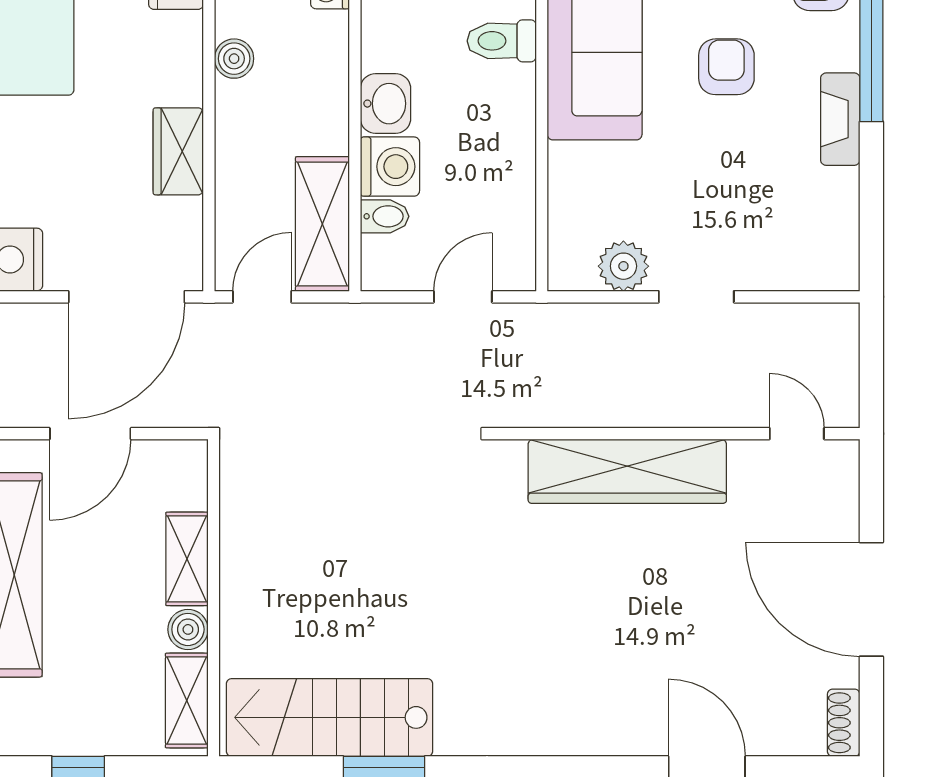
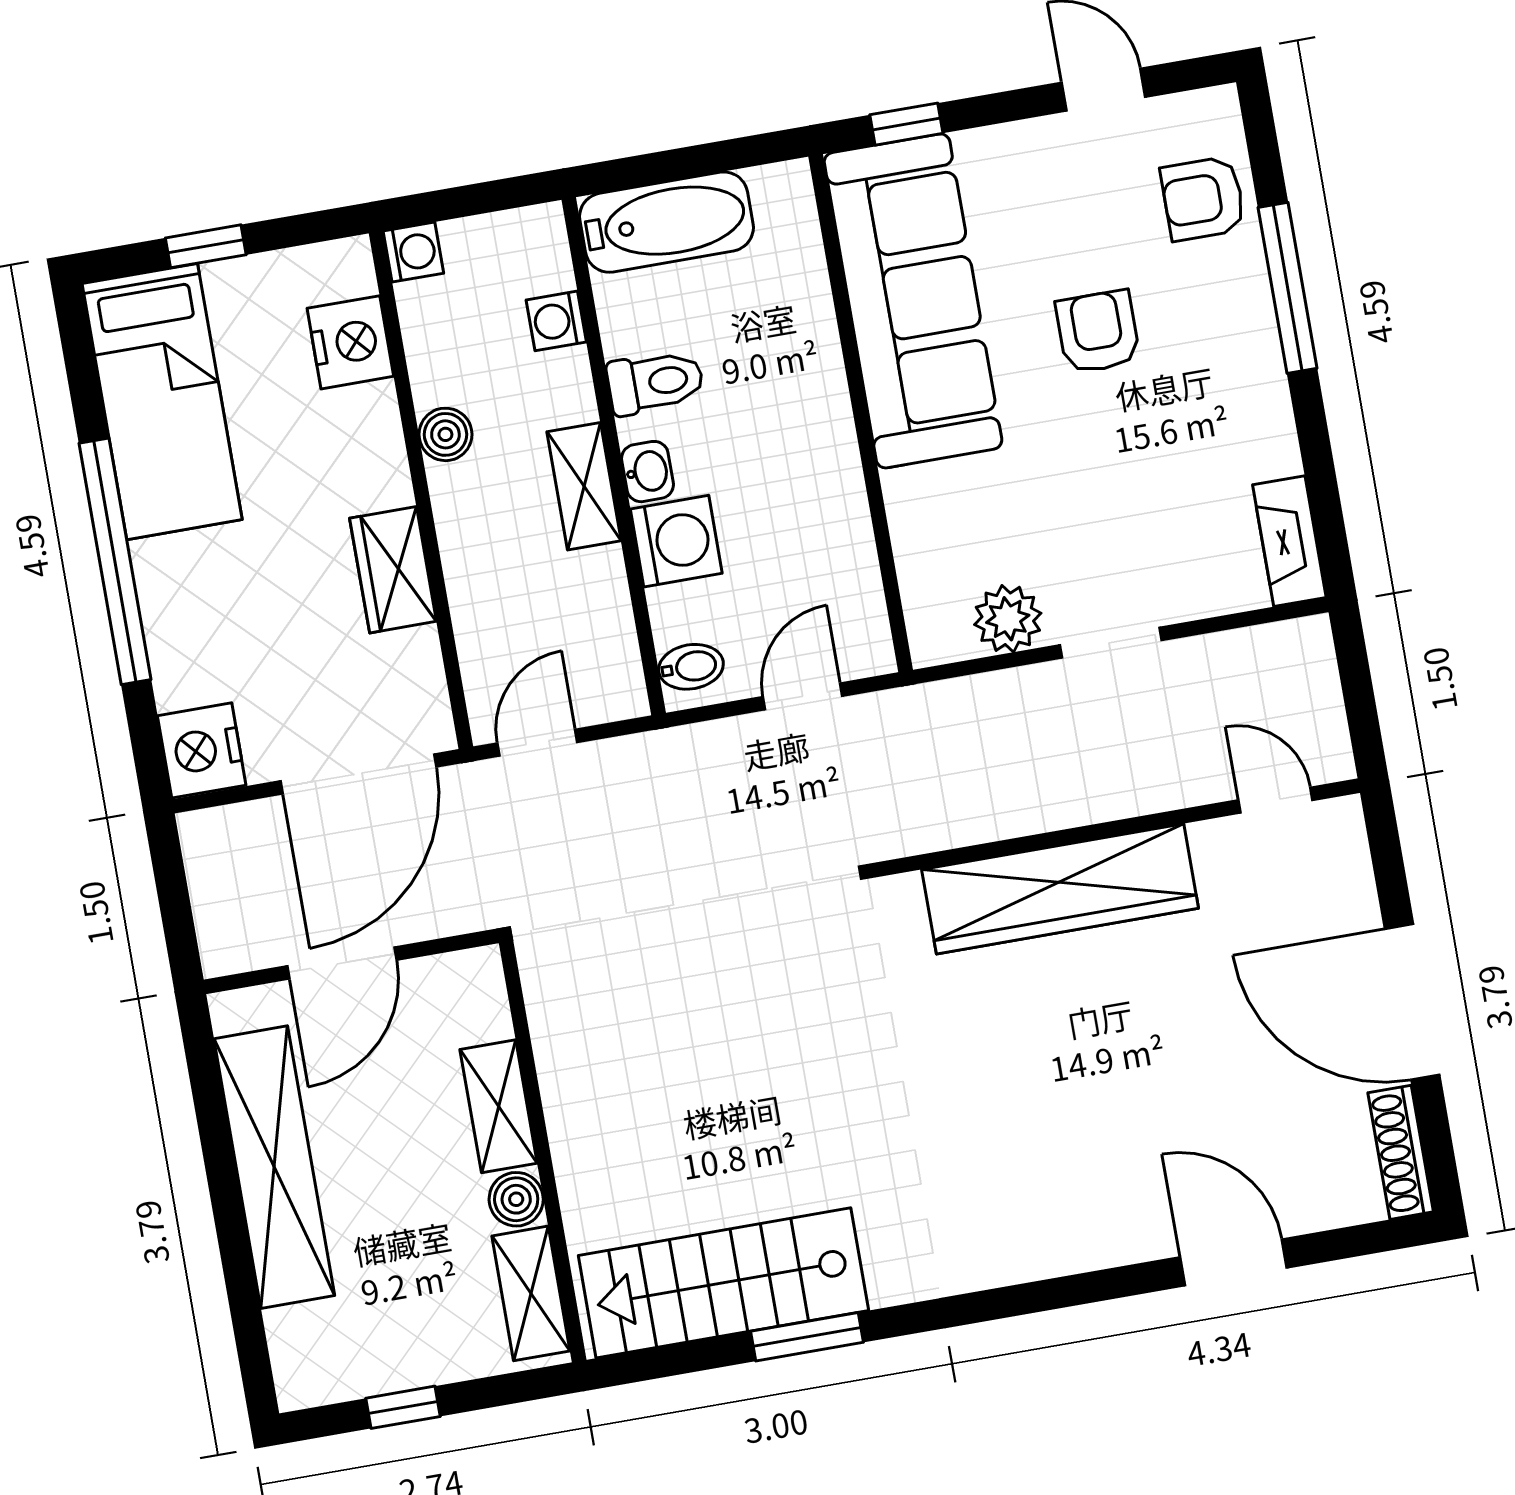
toilet: (502, 41) -> (655, 382), moved, turned 180
washbasin: (386, 104) -> (648, 472), width x0.72, depth x0.69
fireplace: (840, 119) -> (1289, 541), moved
bidet: (385, 216) -> (691, 667), moved
shelving: (322, 224) -> (584, 486), moved, width x0.67, depth x0.75
shoe rack: (844, 723) -> (1401, 1152), width x1.43

